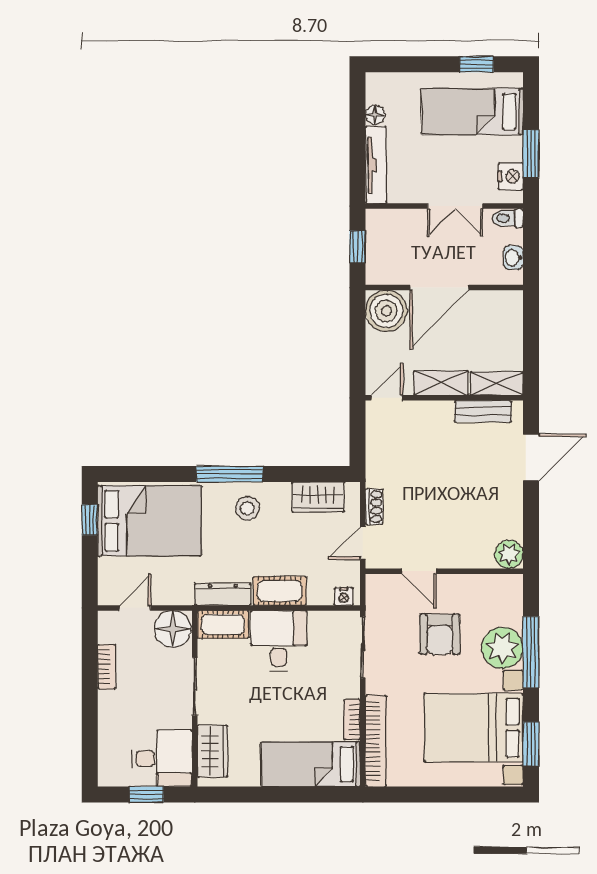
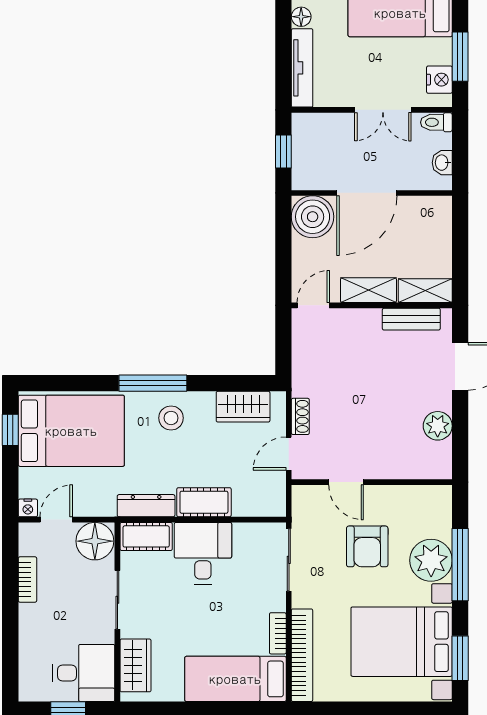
plant: (509, 554) -> (438, 426), moved
nightstand: (344, 597) -> (28, 508), moved

